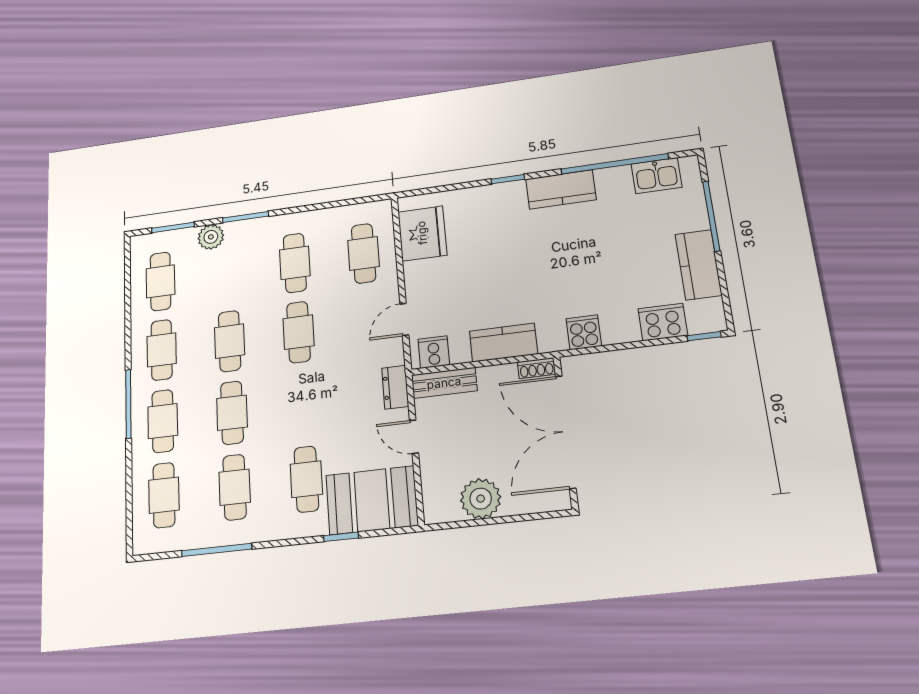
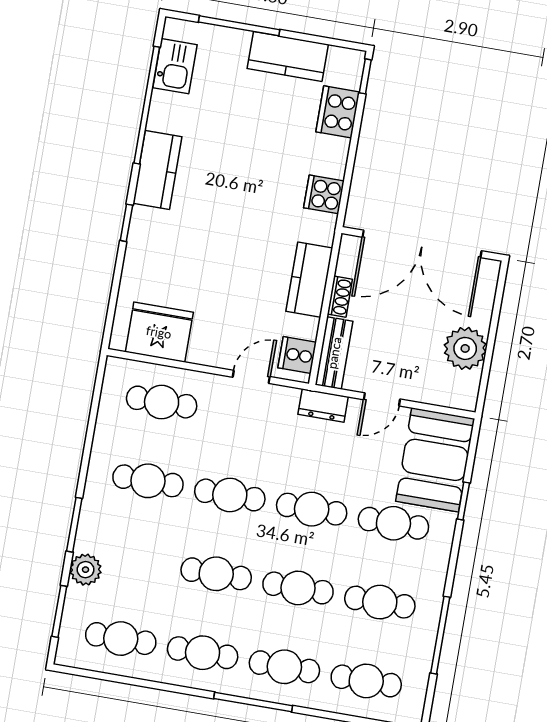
door: (404, 319) -> (251, 377), swing flipped
shoe rack: (536, 368) -> (340, 297), moved
cafe table: (302, 404) -> (312, 509), added

